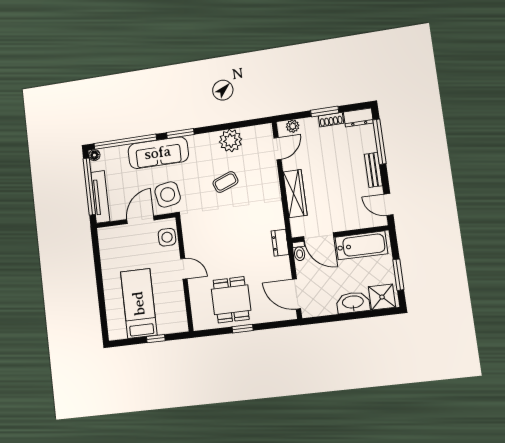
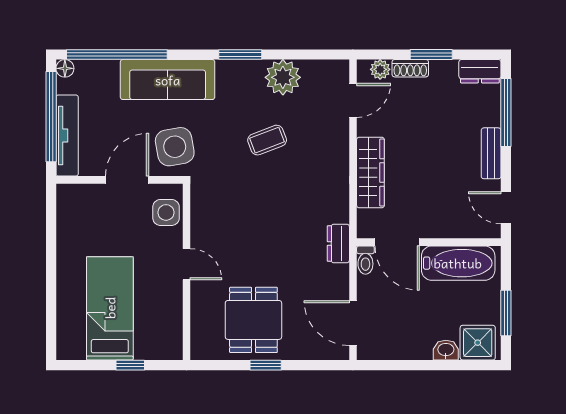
shoe rack: (331, 120) -> (410, 68), moved
window: (180, 133) -> (240, 54), moved
washbasin: (353, 303) -> (446, 350), width x0.52, depth x0.69

